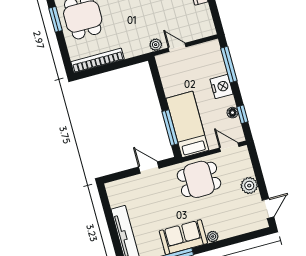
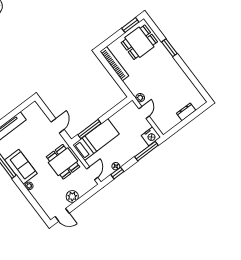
nightstand: (221, 87) -> (151, 136), moved

